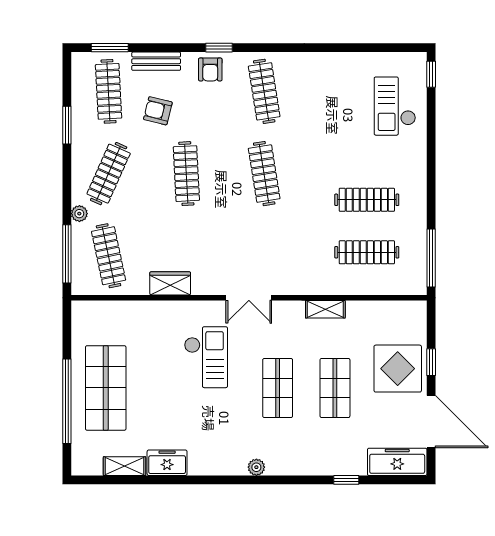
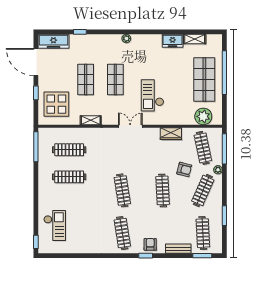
armchair: (158, 111) -> (184, 169), moved
plant: (108, 317) -> (203, 116), added
display table: (398, 369) -> (56, 104), moved

